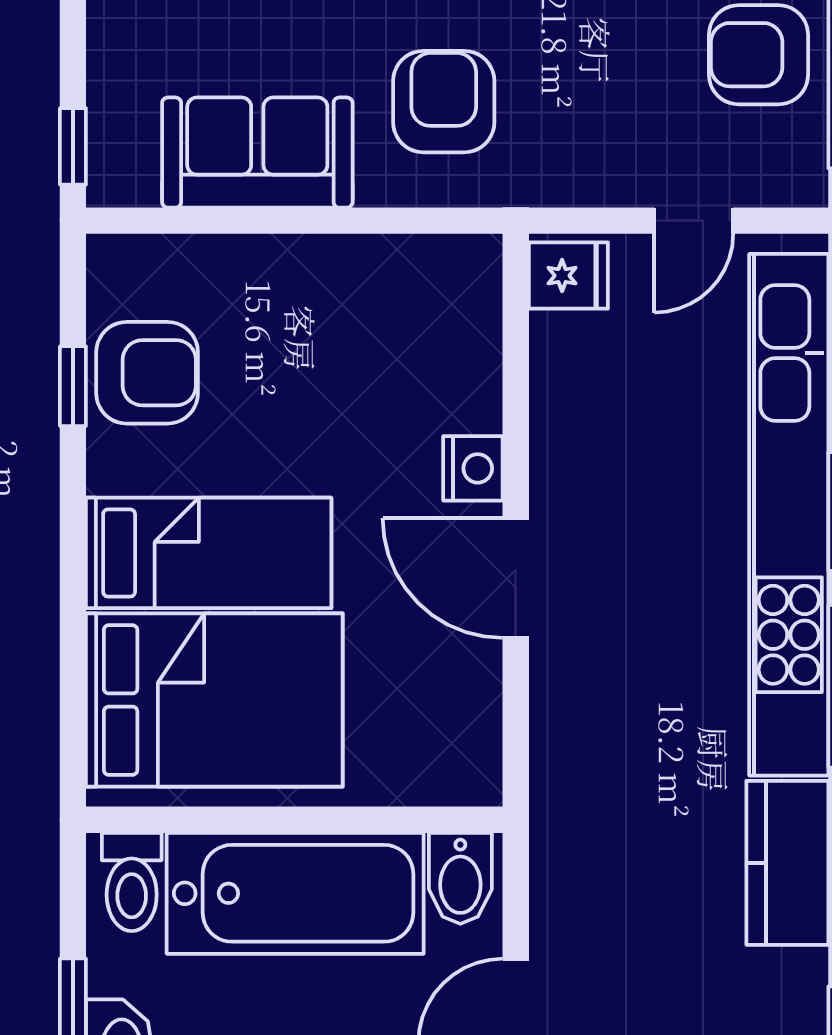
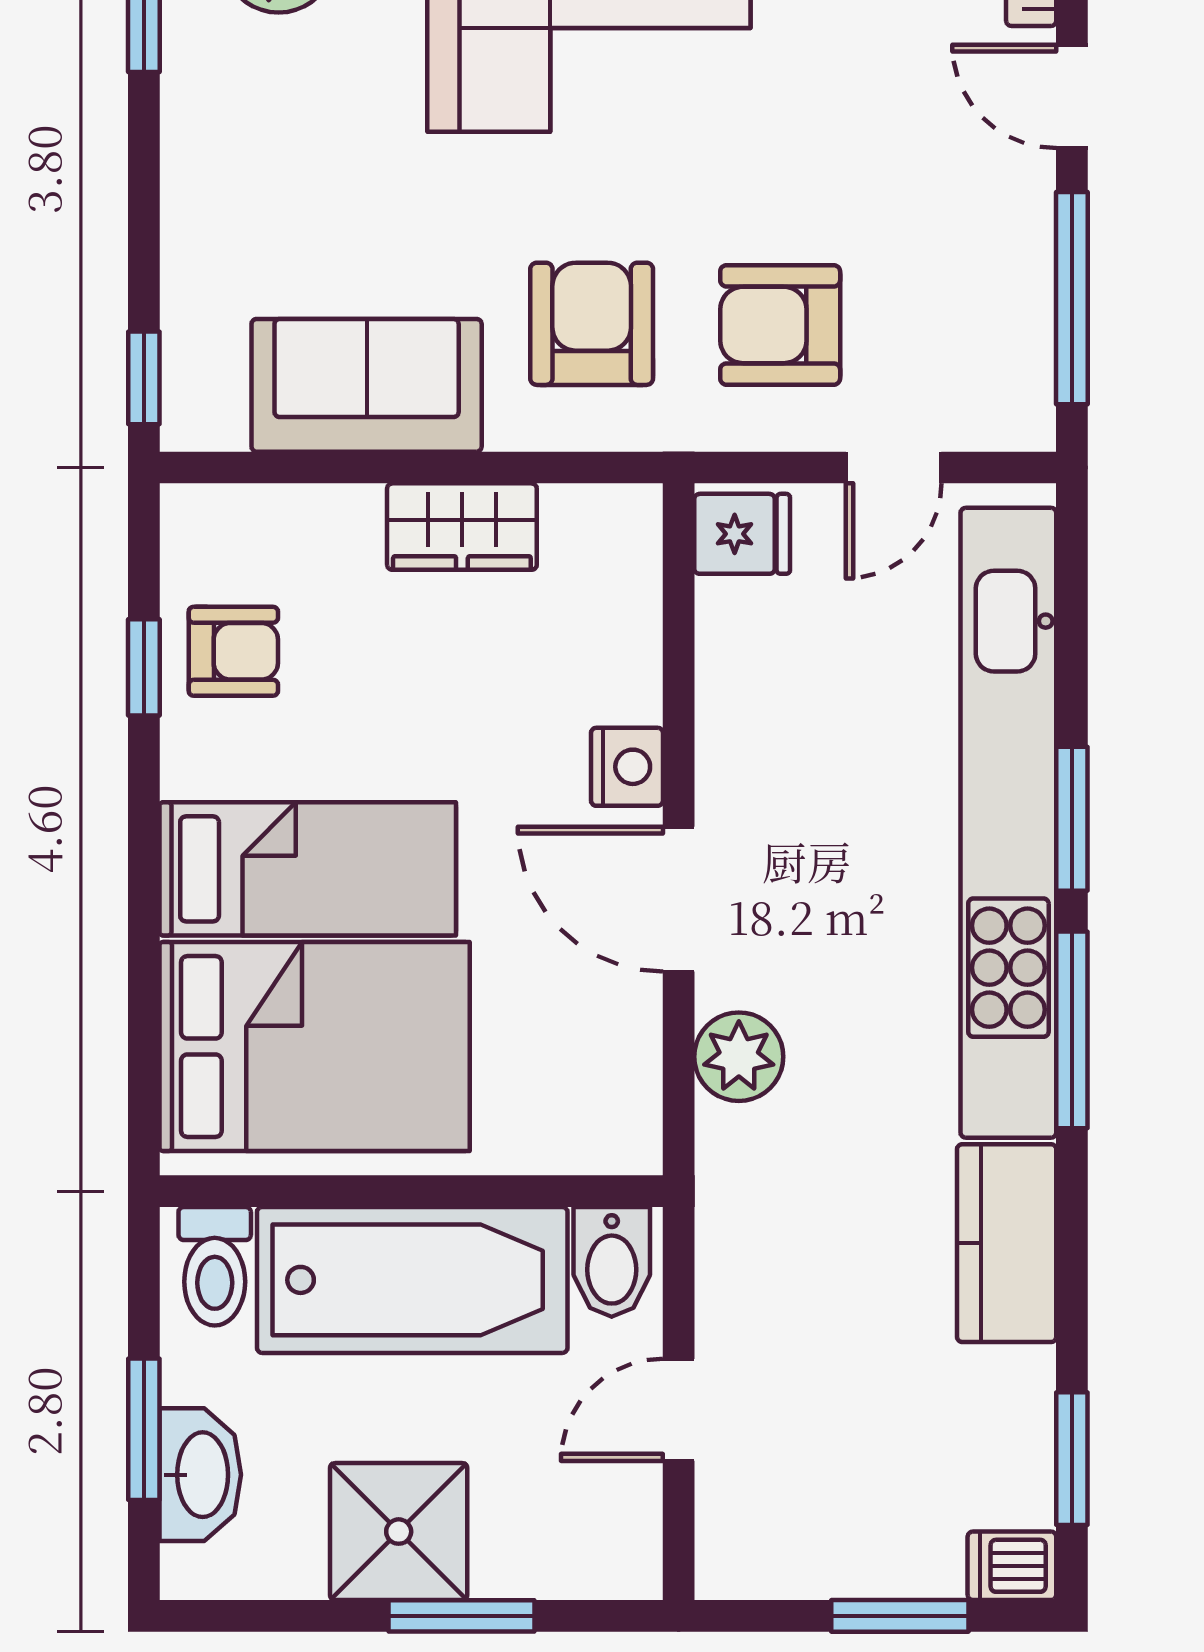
armchair: (759, 55) -> (780, 325), moved
wardrobe: (336, 270) -> (462, 527), added
armchair: (147, 373) -> (233, 651), width x0.72, depth x0.72
plant: (566, 708) -> (739, 1057), added

